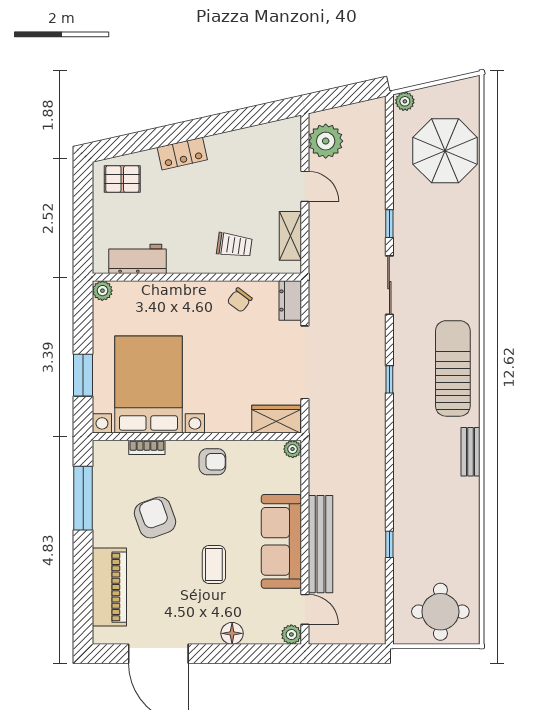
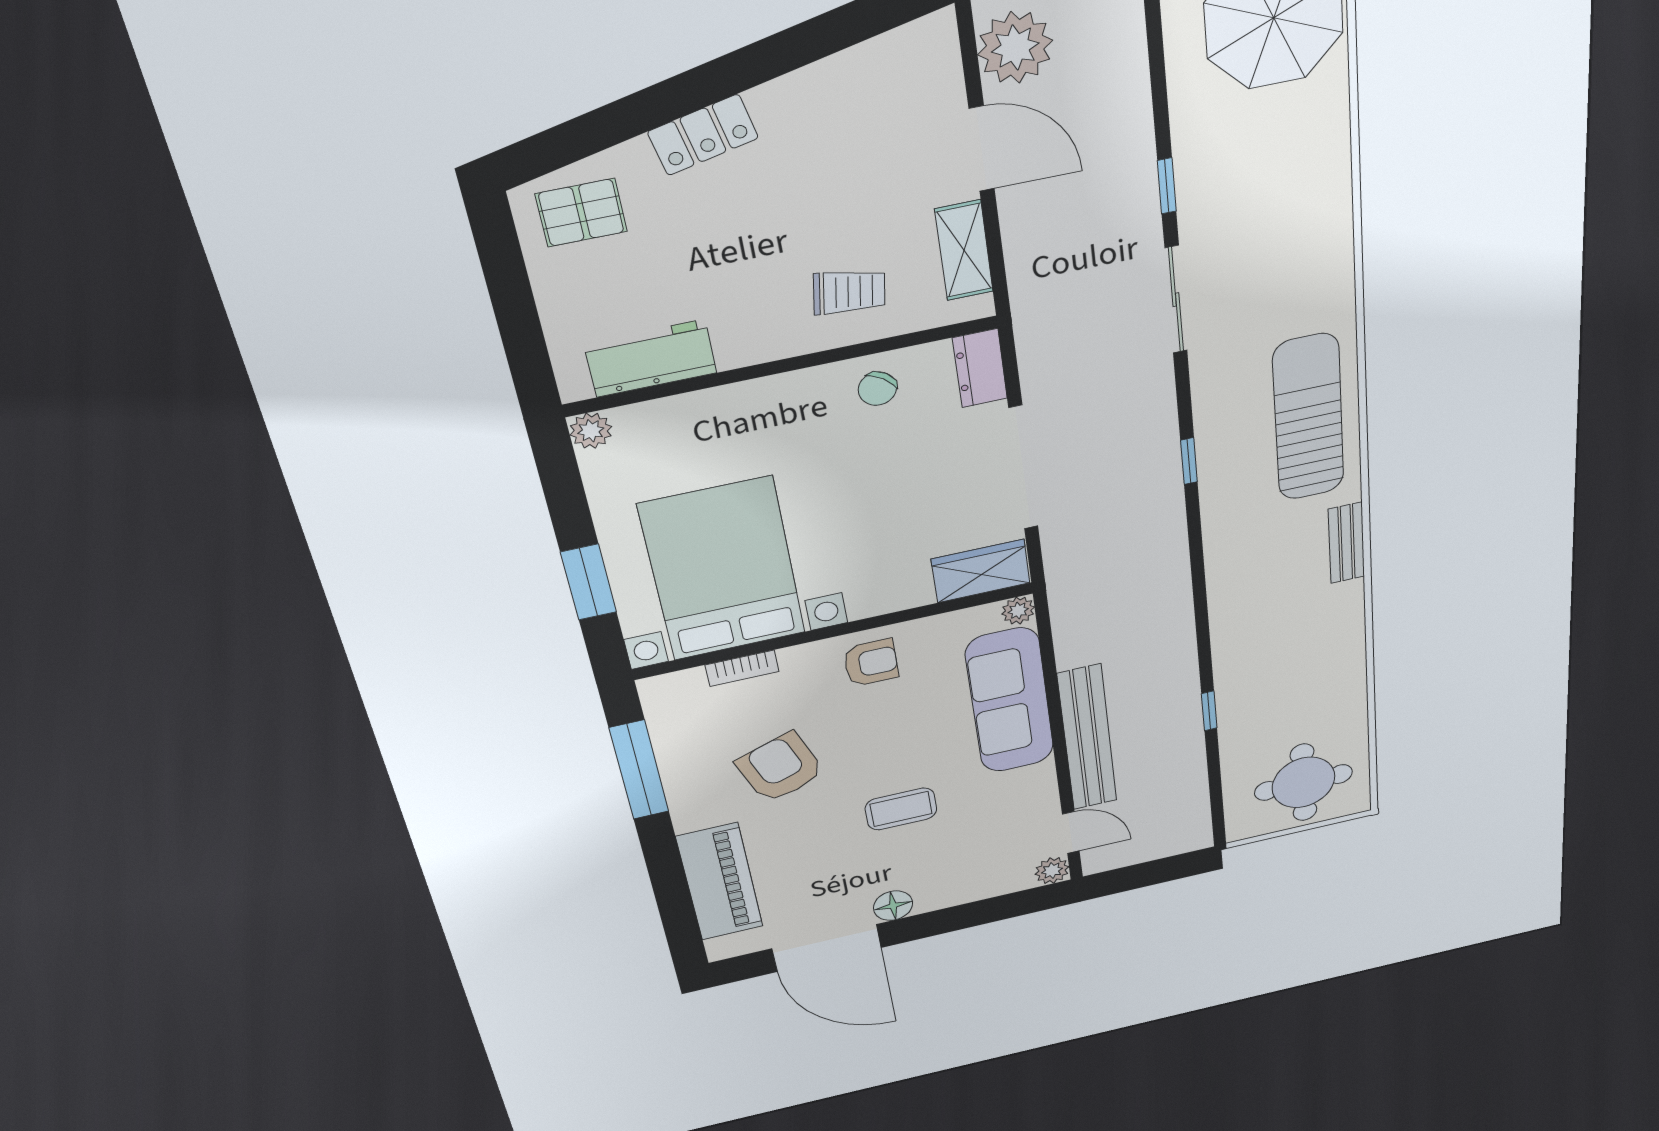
door: (305, 186) -> (982, 149), width x1.38
sofa: (281, 541) -> (1010, 701), moved
coffee table: (214, 565) -> (901, 809), turned 90
floor lamp: (232, 633) -> (893, 906), moved

